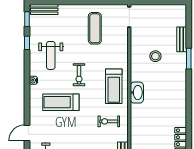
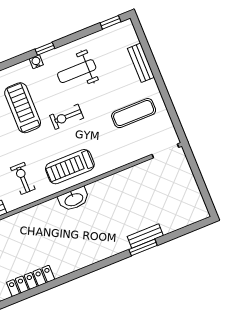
bench: (44, 10) -> (141, 63), moved
bench: (182, 39) -> (145, 236), moved
window: (27, 43) -> (45, 49), moved
stool: (155, 56) -> (129, 204), removed

